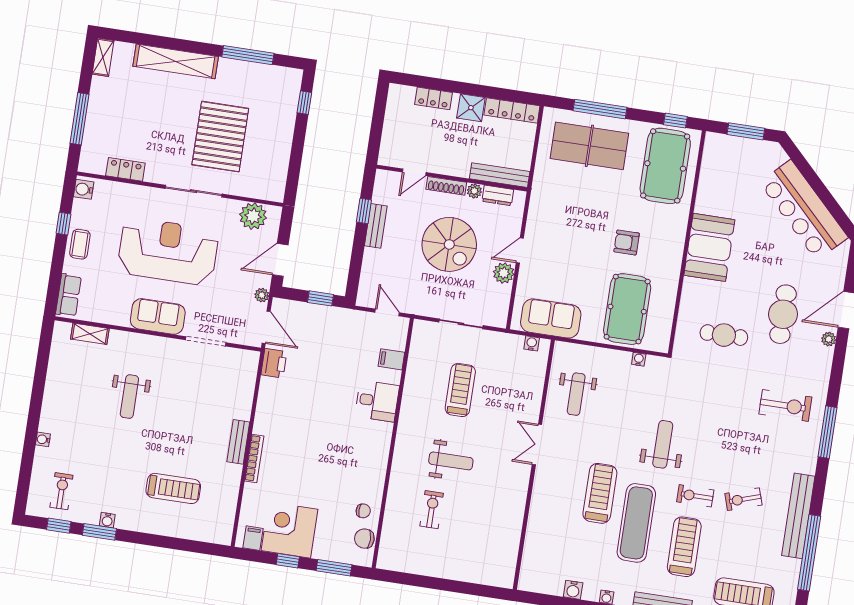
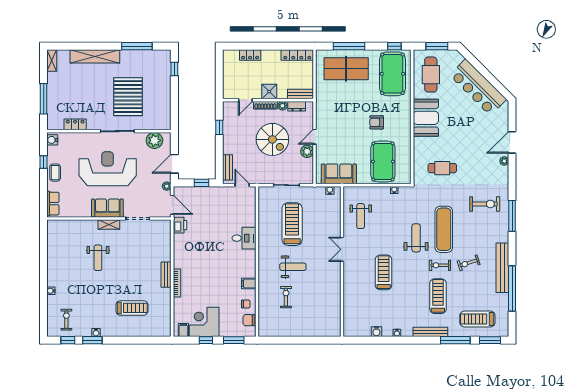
shower: (471, 108) -> (269, 92), moved
bench: (500, 175) -> (301, 94), width x0.73
bench: (376, 226) -> (228, 167), moved
cafe table: (783, 314) -> (431, 75), moved
shelving: (90, 334) -> (109, 224), moved
filing cabinet: (391, 359) -> (249, 283), moved
treadmill: (460, 390) -> (292, 224), width x1.37, depth x1.38
exercise mat: (636, 523) -> (444, 229), moved

